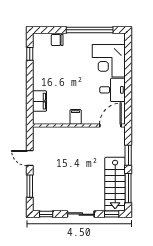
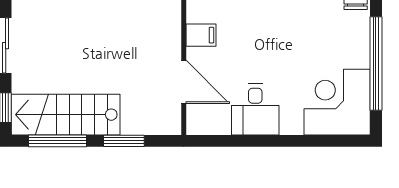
corner desk: (109, 61) -> (337, 102), moved
door: (110, 125) -> (184, 82), moved

